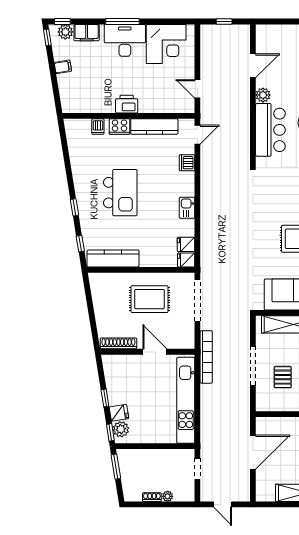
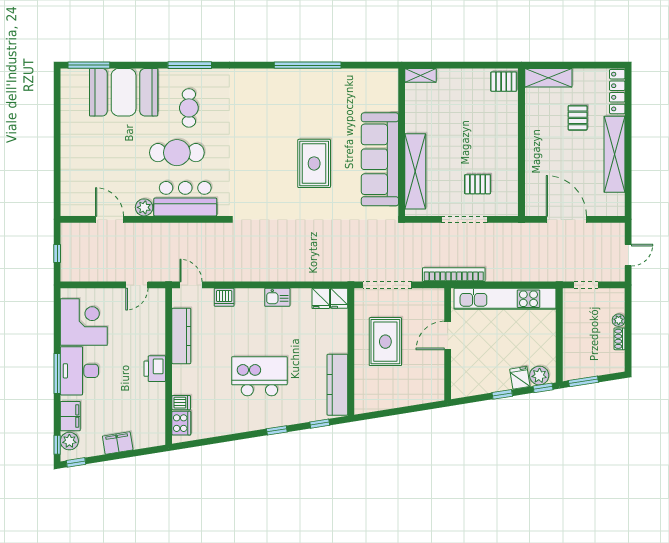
filing cabinet: (63, 67) -> (118, 443), width x2.00
cooker: (120, 126) -> (181, 423), moved
shoe rack: (118, 343) -> (438, 378), removed

